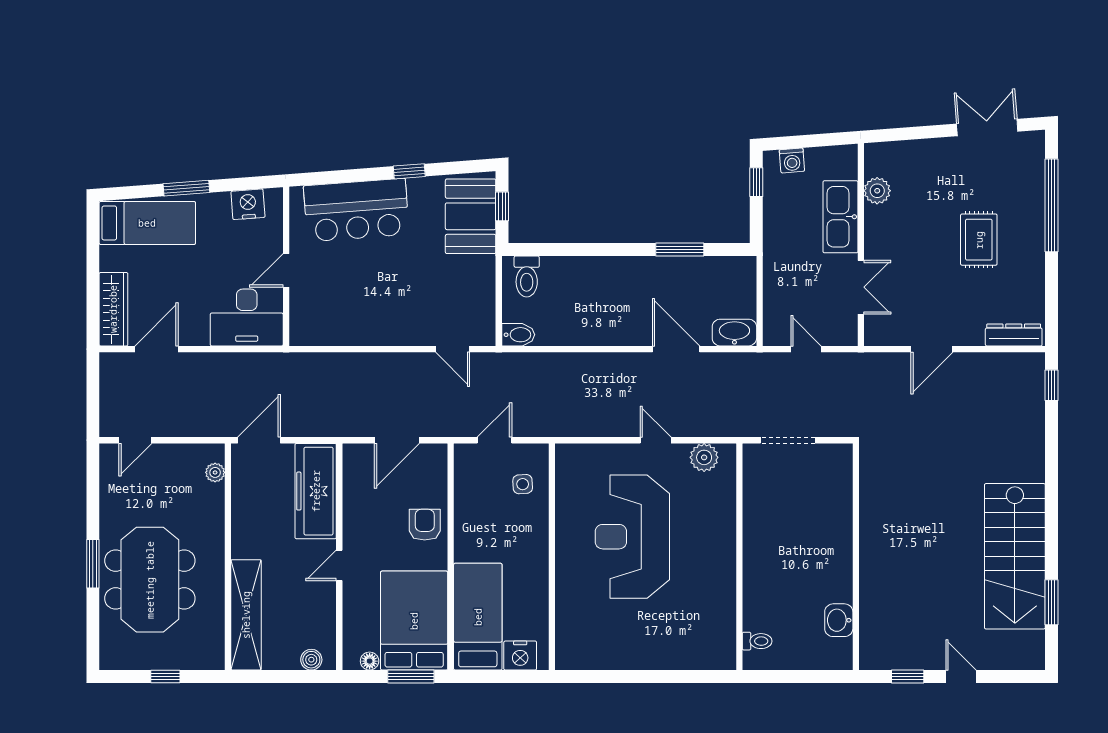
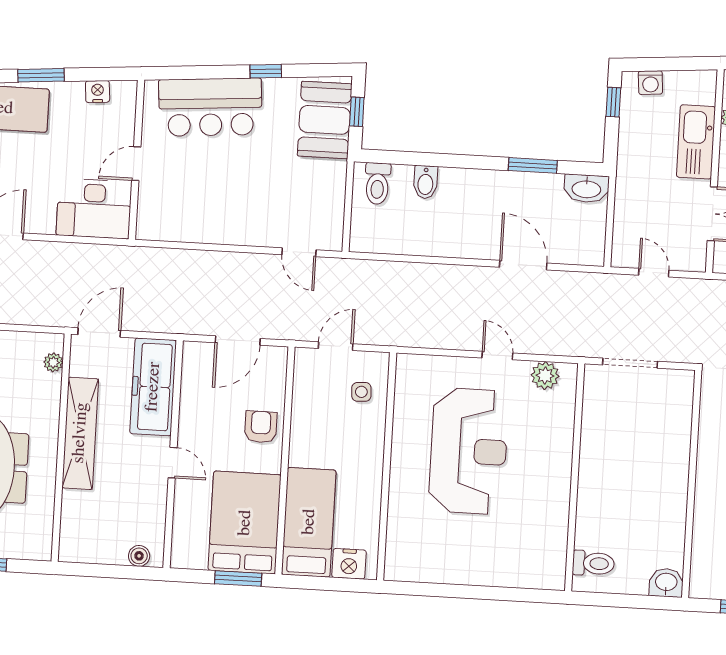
nightstand: (248, 204) -> (98, 92), width x0.74, depth x0.75
washbasin: (734, 333) -> (586, 189), moved, turned 180
bidet: (518, 335) -> (425, 182), moved, turned 90
reception desk: (632, 537) -> (469, 451), turned 180
door: (339, 565) -> (173, 463), swing flipped
shelving: (246, 615) -> (80, 433), moved
washbasin: (839, 620) -> (666, 583), moved, turned 90
toilet: (757, 641) -> (593, 563), width x1.37, depth x1.39
floor lamp: (370, 661) -> (197, 561), removed

